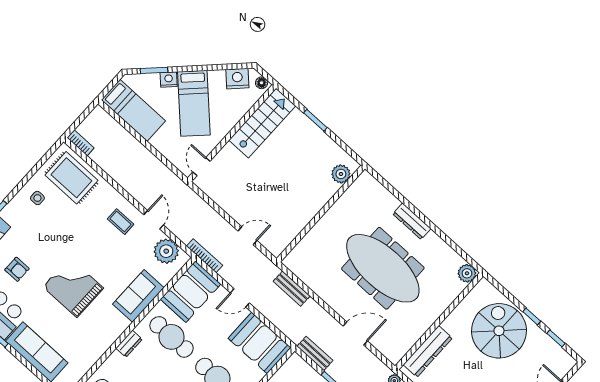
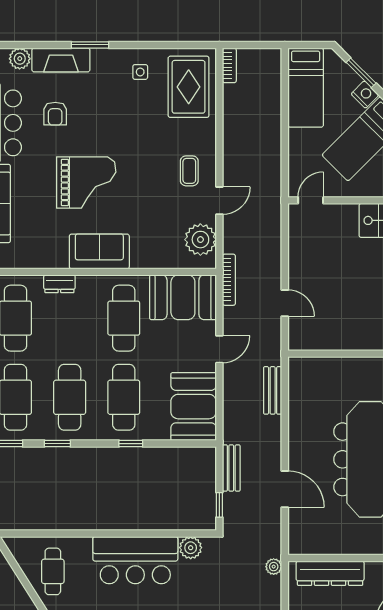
grand piano: (73, 287) -> (86, 182), turned 90
sofa: (138, 296) -> (99, 251), moved
door: (240, 298) -> (219, 349), swing flipped
dresser: (129, 344) -> (59, 284), moved

